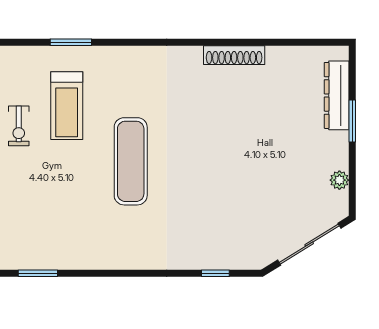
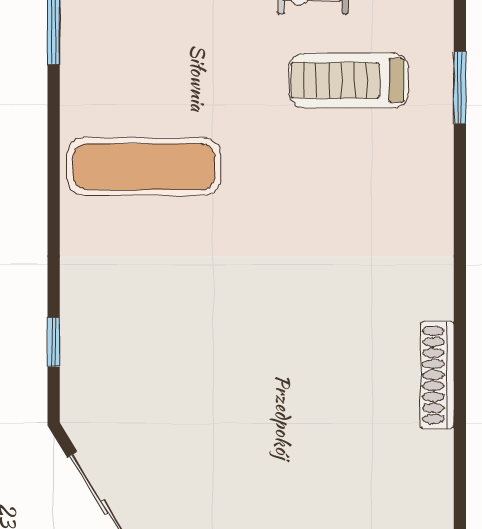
exercise mat: (131, 161) -> (144, 167), moved

